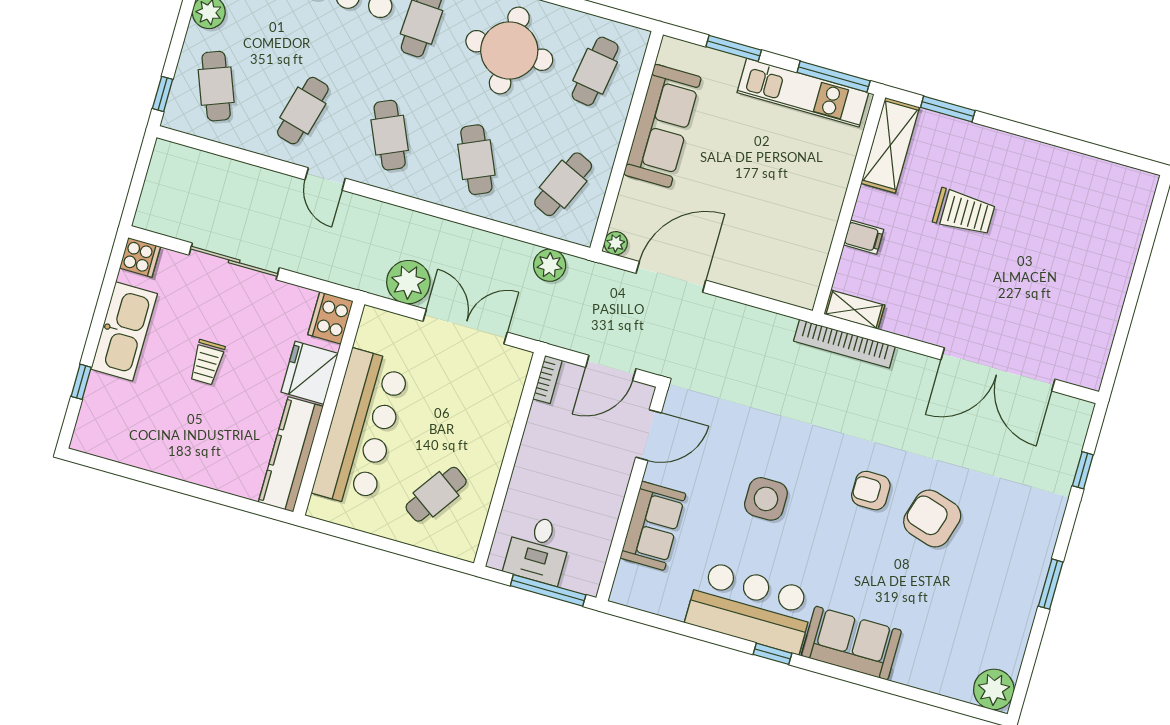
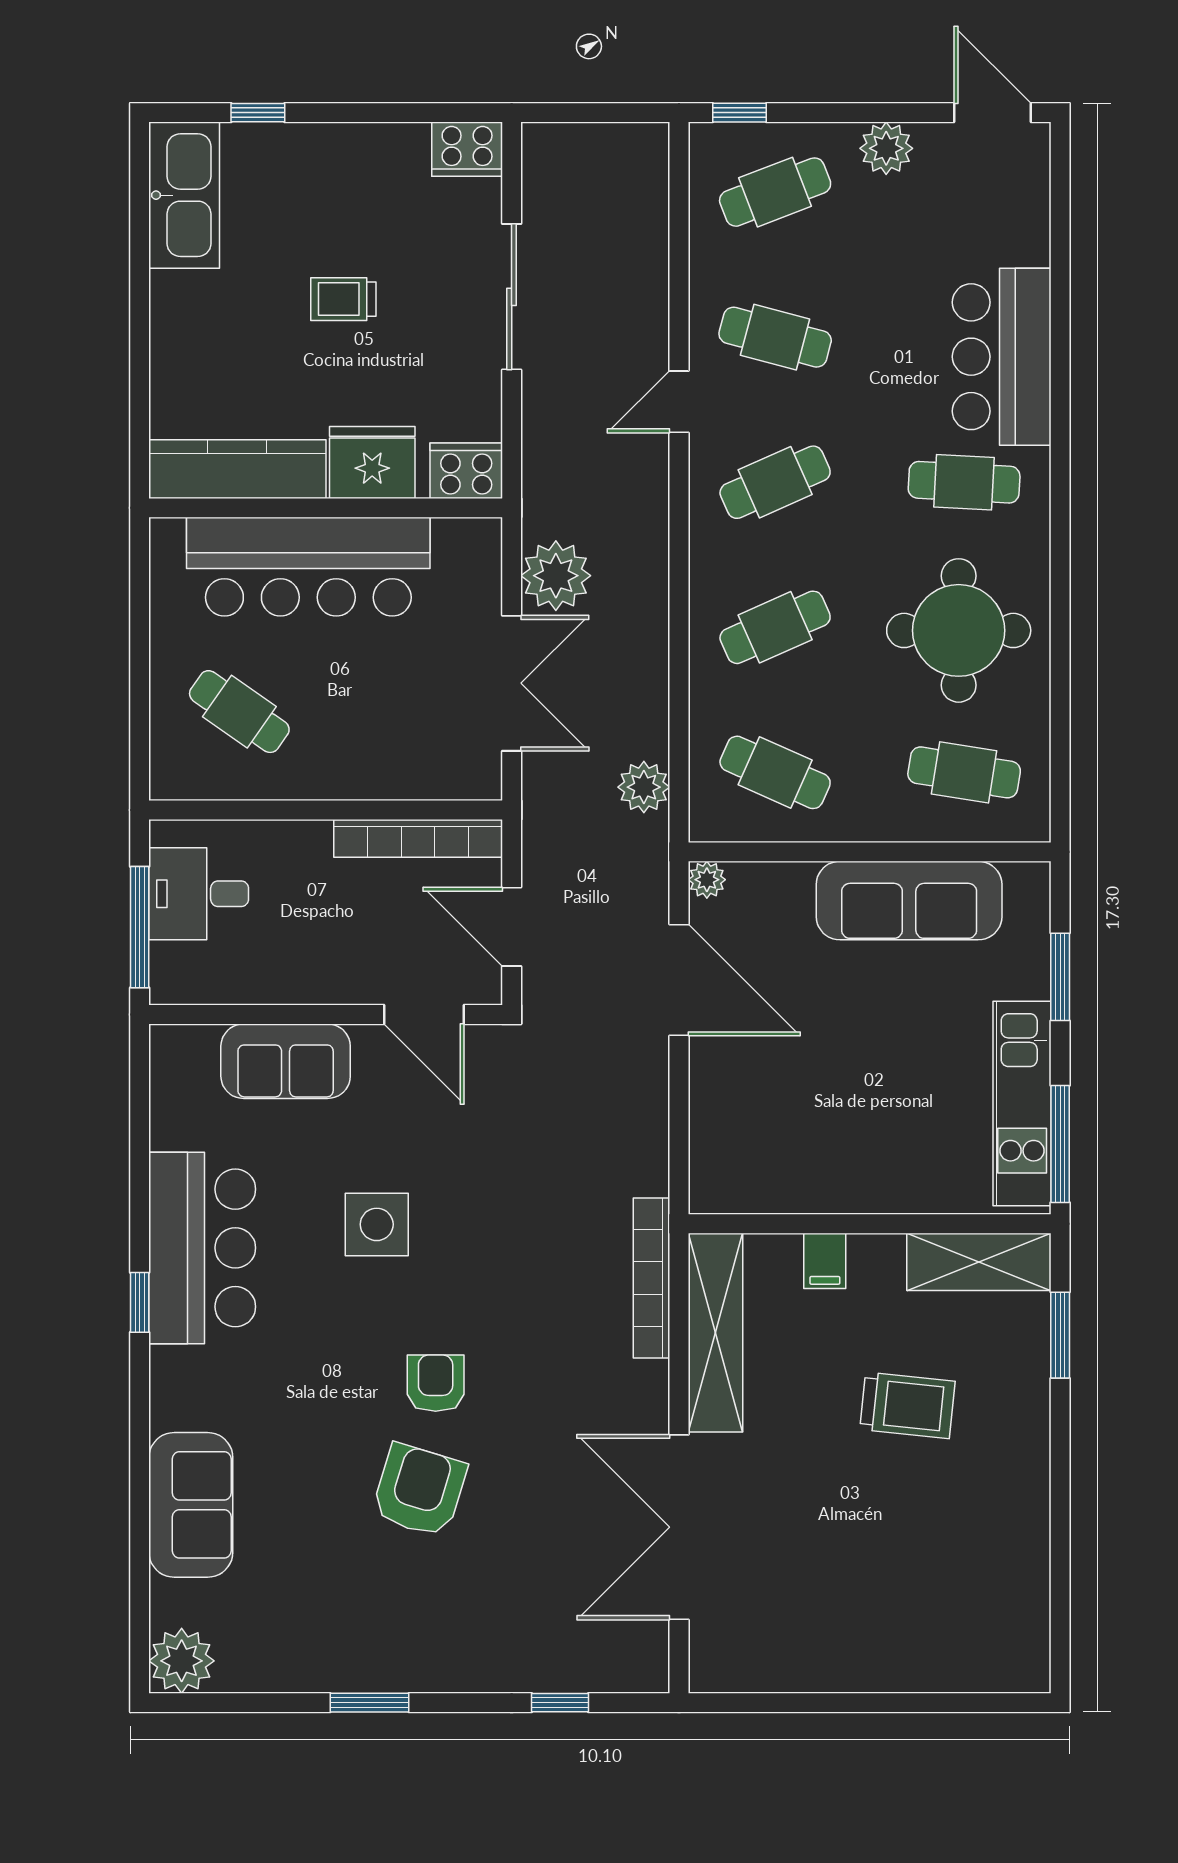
trolley: (964, 212) -> (907, 1405), turned -84
cooker: (140, 257) -> (467, 149), width x1.36
shelving: (854, 310) -> (715, 1333), width x2.20, depth x1.33
kitchen sink: (124, 331) -> (184, 195), moved, turned -90
bookcase: (548, 379) -> (418, 838), width x2.31, depth x1.31
sofa: (851, 643) -> (191, 1505), moved

